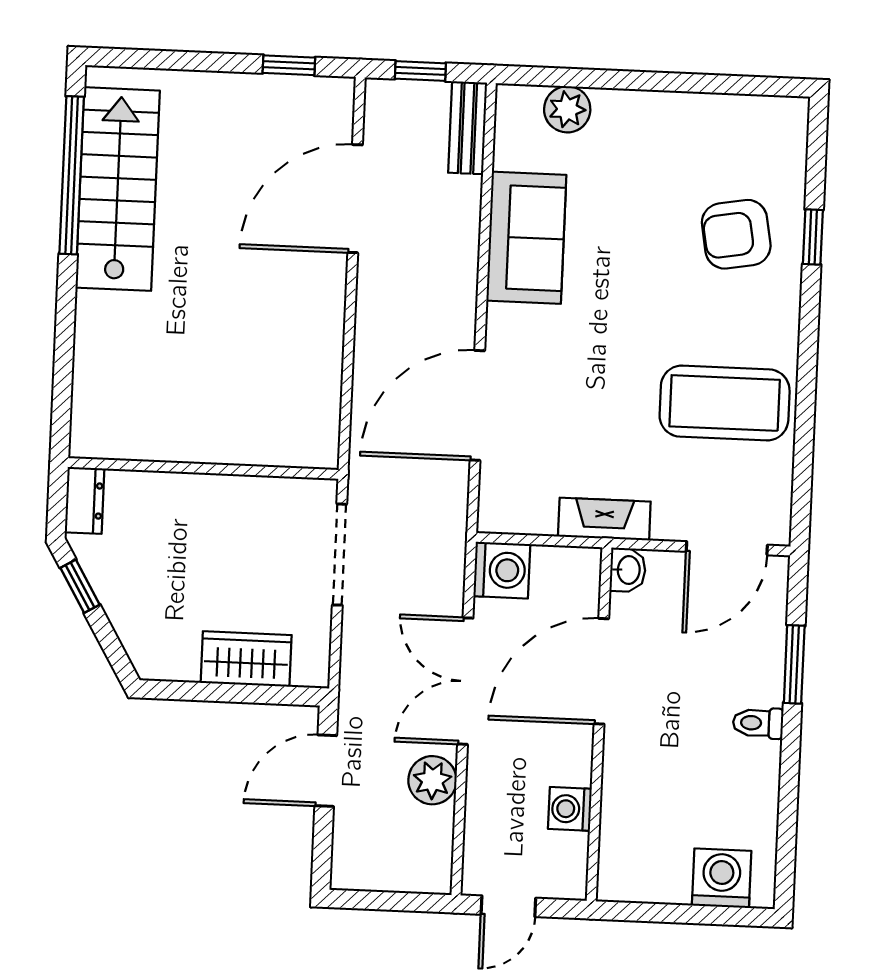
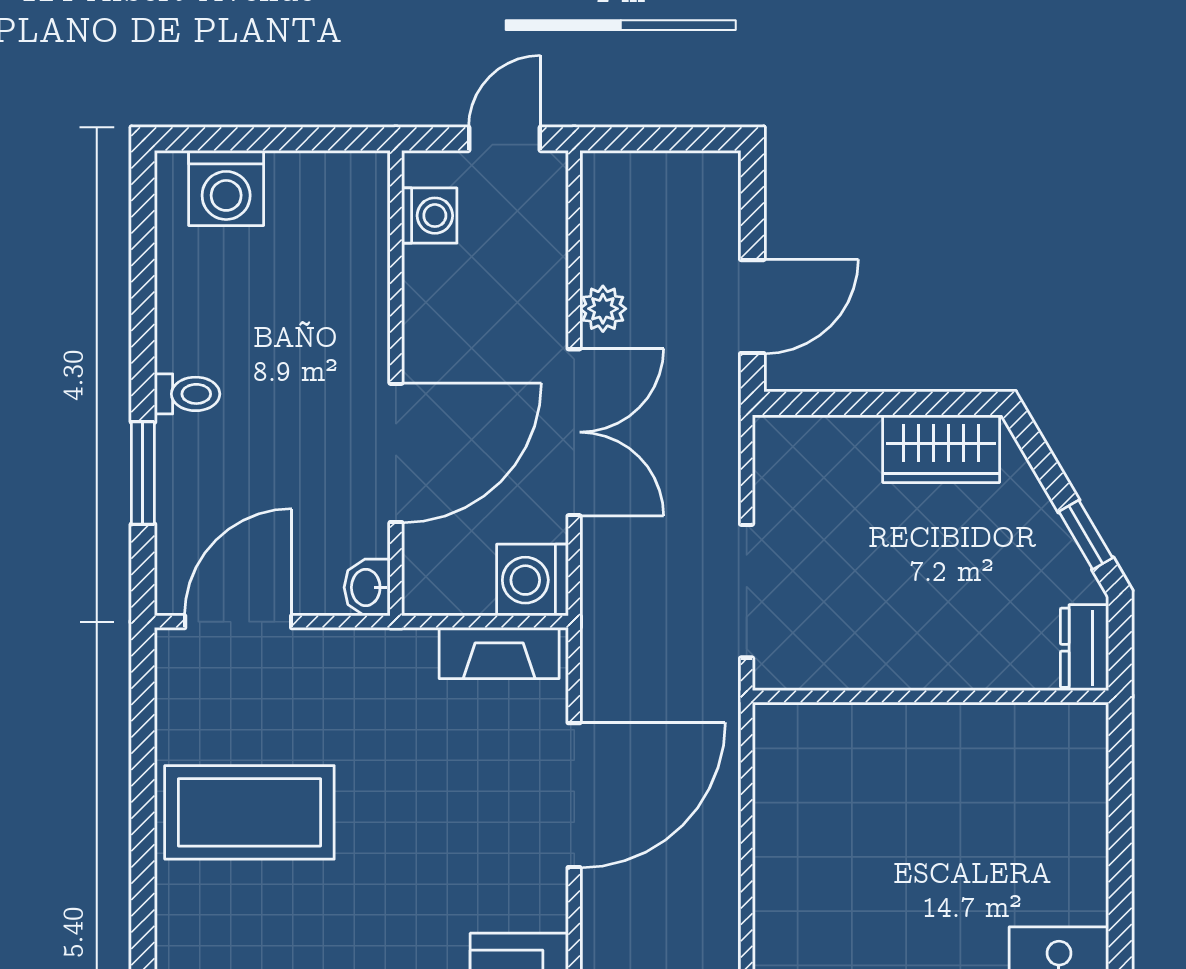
fireplace: (604, 519) -> (499, 653), moved
wardrobe: (246, 659) -> (941, 449), moved
plant: (432, 780) -> (603, 309), width x0.73, depth x0.73
washing machine: (570, 809) -> (429, 216), moved

